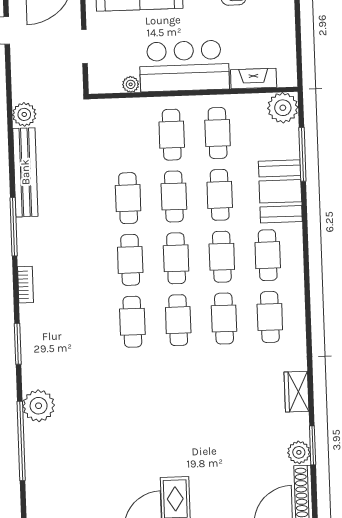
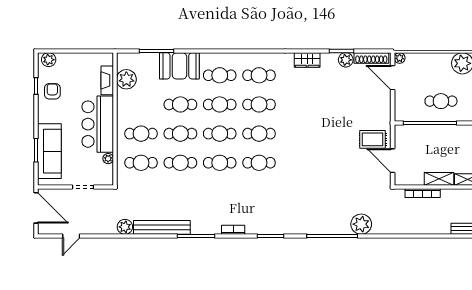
plant: (283, 108) -> (126, 79), moved
cafe table: (218, 133) -> (141, 163), moved
plant: (39, 406) -> (361, 224), moved

